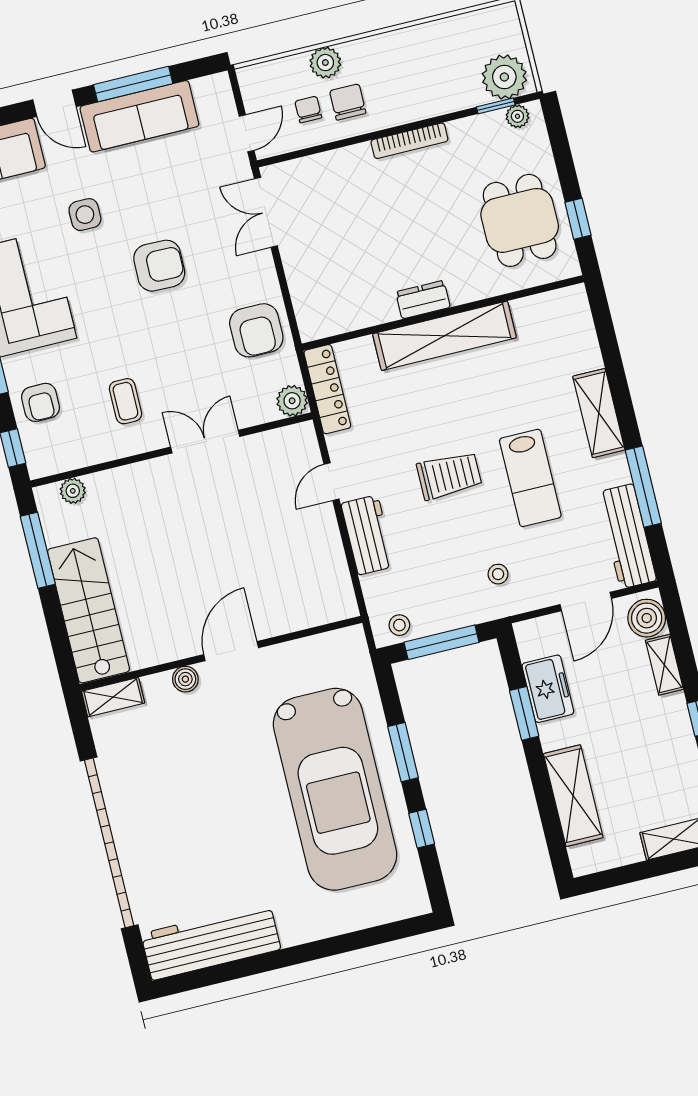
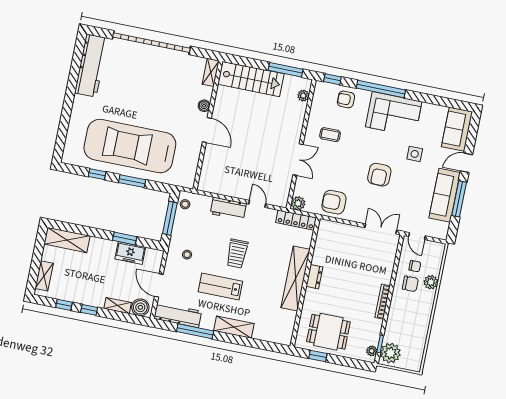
shelving: (573, 796) -> (67, 240), moved

